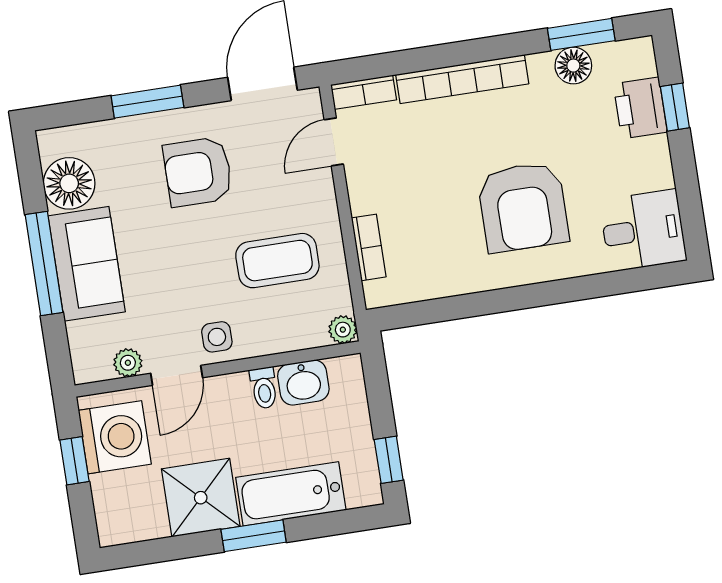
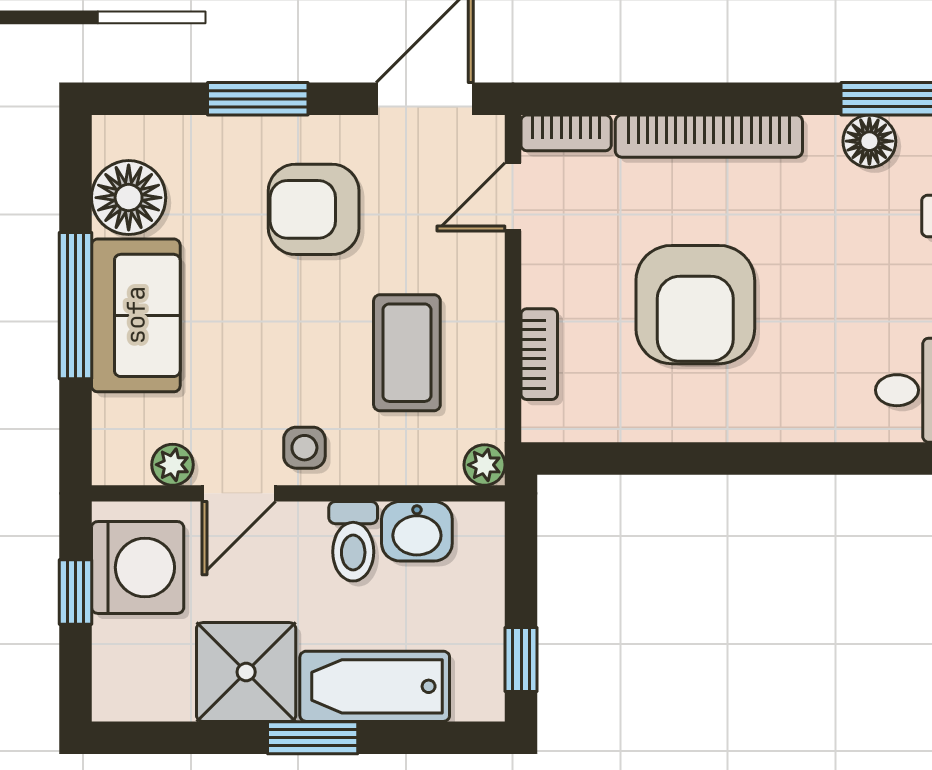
armchair: (523, 207) -> (695, 305), moved
coffee table: (277, 261) -> (407, 353), turned 90
toilet: (264, 388) -> (353, 541), width x1.37, depth x1.39

